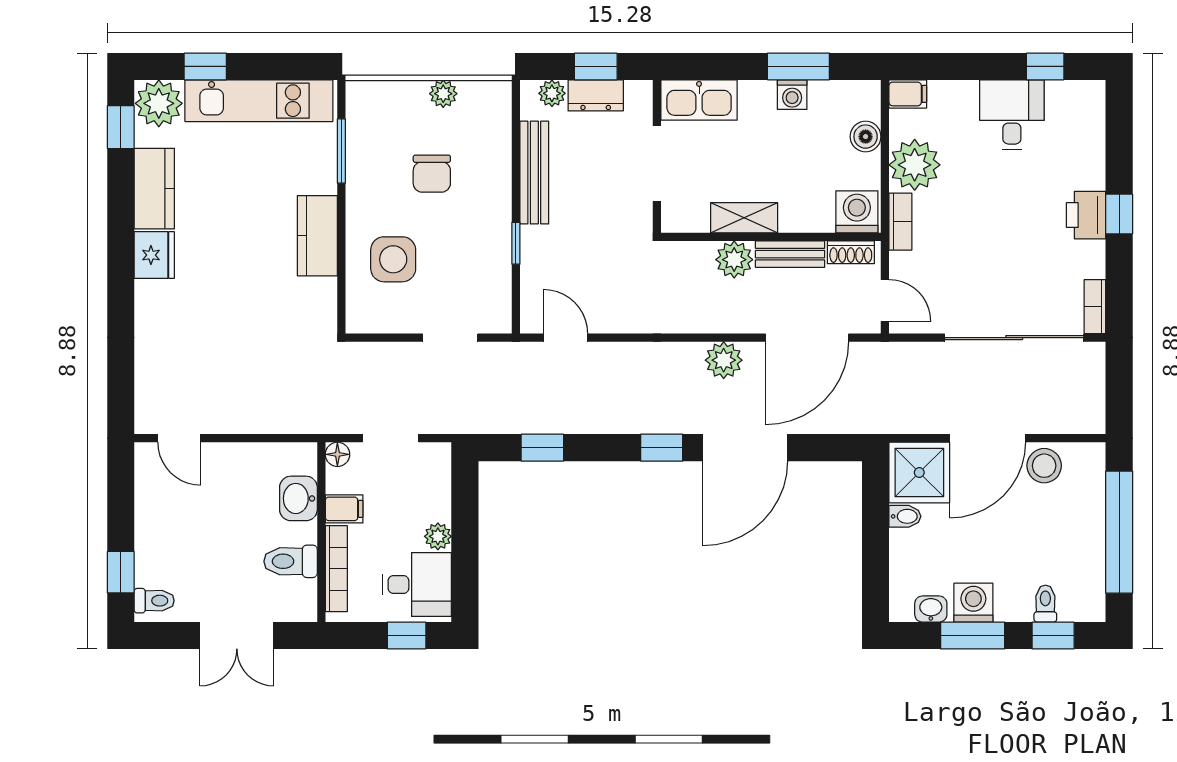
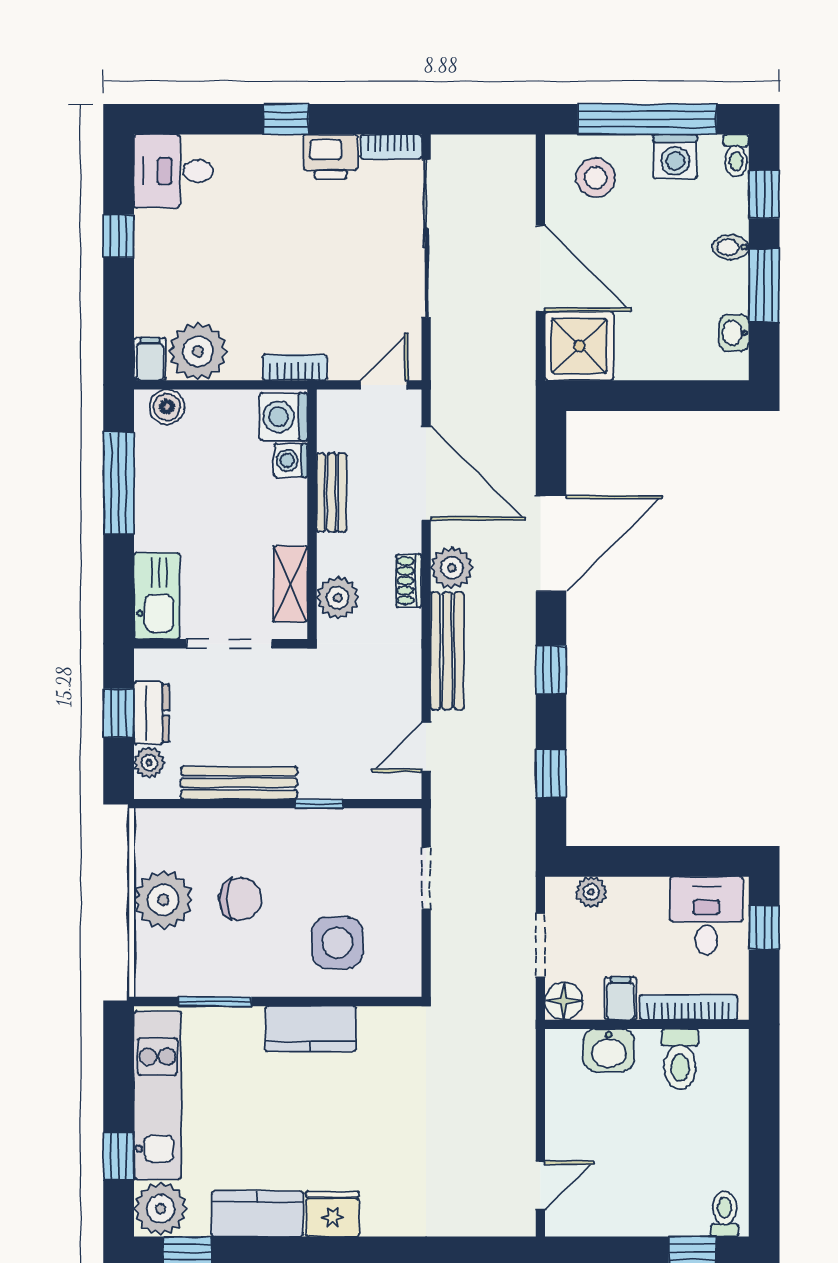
window: (798, 66) -> (119, 483), width x1.44
window: (1045, 66) -> (119, 236), moved
plant: (443, 94) -> (163, 900), width x1.87, depth x1.87
washing machine: (792, 95) -> (291, 460), moved, turned 180
desk: (1012, 115) -> (173, 171), moved
boiler: (866, 137) -> (167, 407), moved
plant: (915, 165) -> (198, 351), moved
printer: (1086, 215) -> (331, 157), moved
shelving: (744, 218) -> (290, 584), moved
shoe rack: (851, 252) -> (409, 581), moved, turned 180
plant: (734, 260) -> (338, 598), moved
bench: (651, 356) -> (447, 651), added
window: (662, 448) -> (551, 670), moved
door: (745, 448) -> (551, 543), hinge flipped
floor lamp: (337, 454) -> (564, 1001), width x1.37, depth x1.37
stool: (1044, 466) -> (596, 178), moved
bidet: (905, 516) -> (731, 247), moved, turned -90
plant: (438, 536) -> (591, 892), moved
washing machine: (973, 603) -> (675, 157), moved, turned -90
toilet: (1045, 604) -> (736, 155), moved, turned -90
double door: (237, 635) -> (764, 1120), removed

